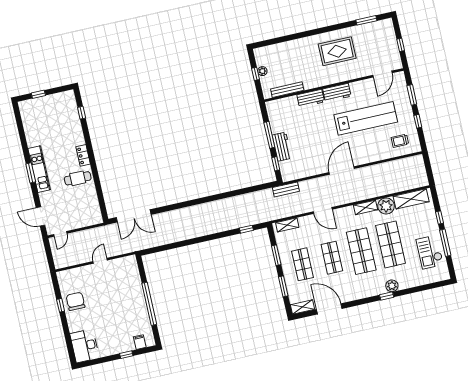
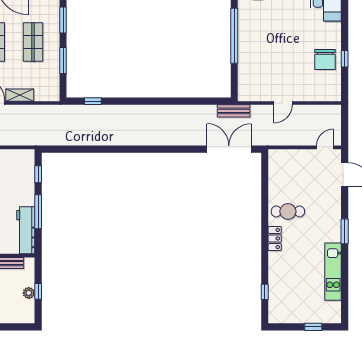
workbench: (282, 147) -> (26, 230), moved, width x1.37
kitchen unit: (39, 169) -> (333, 272), moved
bench: (286, 189) -> (234, 111), moved
shelving: (287, 225) -> (20, 95), moved

